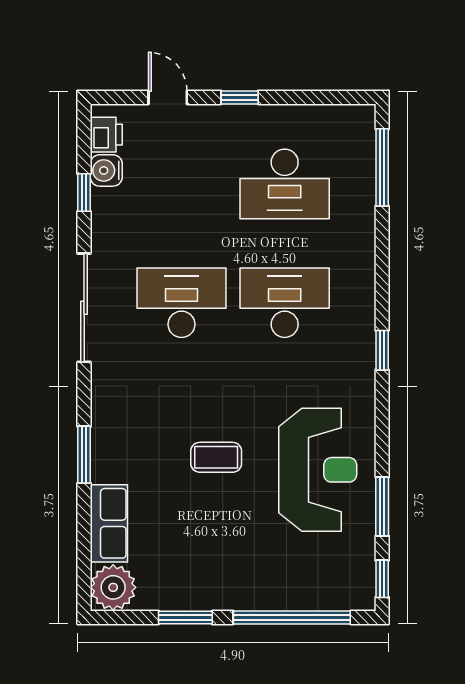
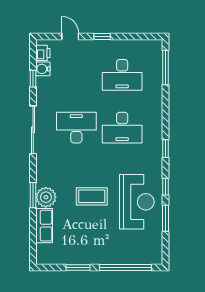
desk: (285, 303) -> (122, 128), turned 180
coffee table: (216, 457) -> (92, 196), width x1.36, depth x1.30
window: (382, 579) -> (165, 187), moved
plant: (113, 587) -> (46, 197), moved

